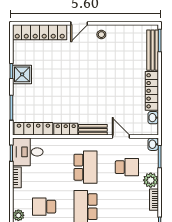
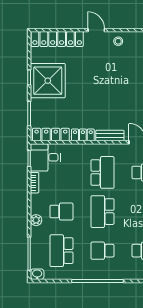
door: (79, 23) -> (96, 30), swing flipped
shower: (22, 74) -> (48, 81), width x1.86, depth x1.86
school desk: (44, 207) -> (61, 212), turned 180

